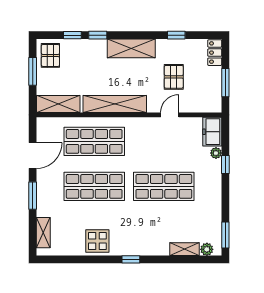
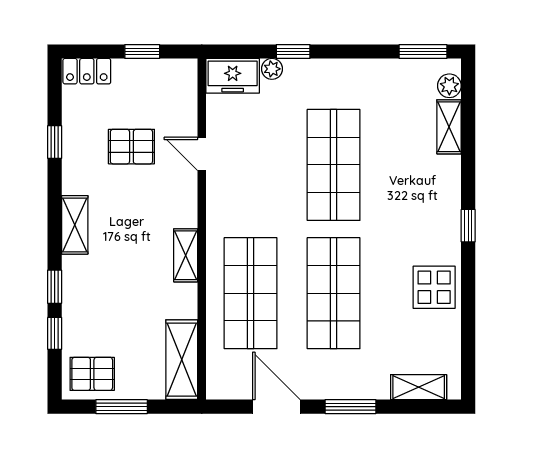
shelving: (131, 48) -> (75, 225), width x0.67, depth x0.75
window: (225, 83) -> (142, 51), width x0.67
shelving: (115, 104) -> (186, 255), width x0.45, depth x0.75

